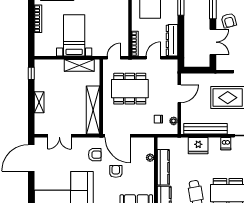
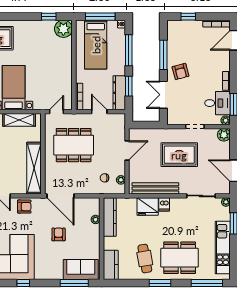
window: (181, 34) -> (129, 86), added
double door: (213, 42) -> (163, 95), swing flipped
door: (153, 58) -> (99, 112), hinge flipped
dishwasher: (226, 144) -> (164, 204), moved
armchair: (95, 155) -> (24, 207), moved
kitchen counter: (163, 167) -> (110, 217), moved

